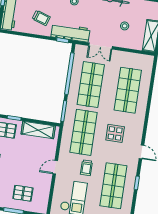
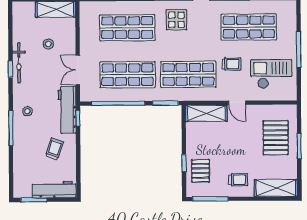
double door: (101, 46) -> (78, 70), swing flipped
shelving: (38, 130) -> (206, 113), moved, turned 90
display table: (115, 133) -> (176, 20), moved
pallet: (23, 193) -> (276, 138), width x1.50, depth x1.42

